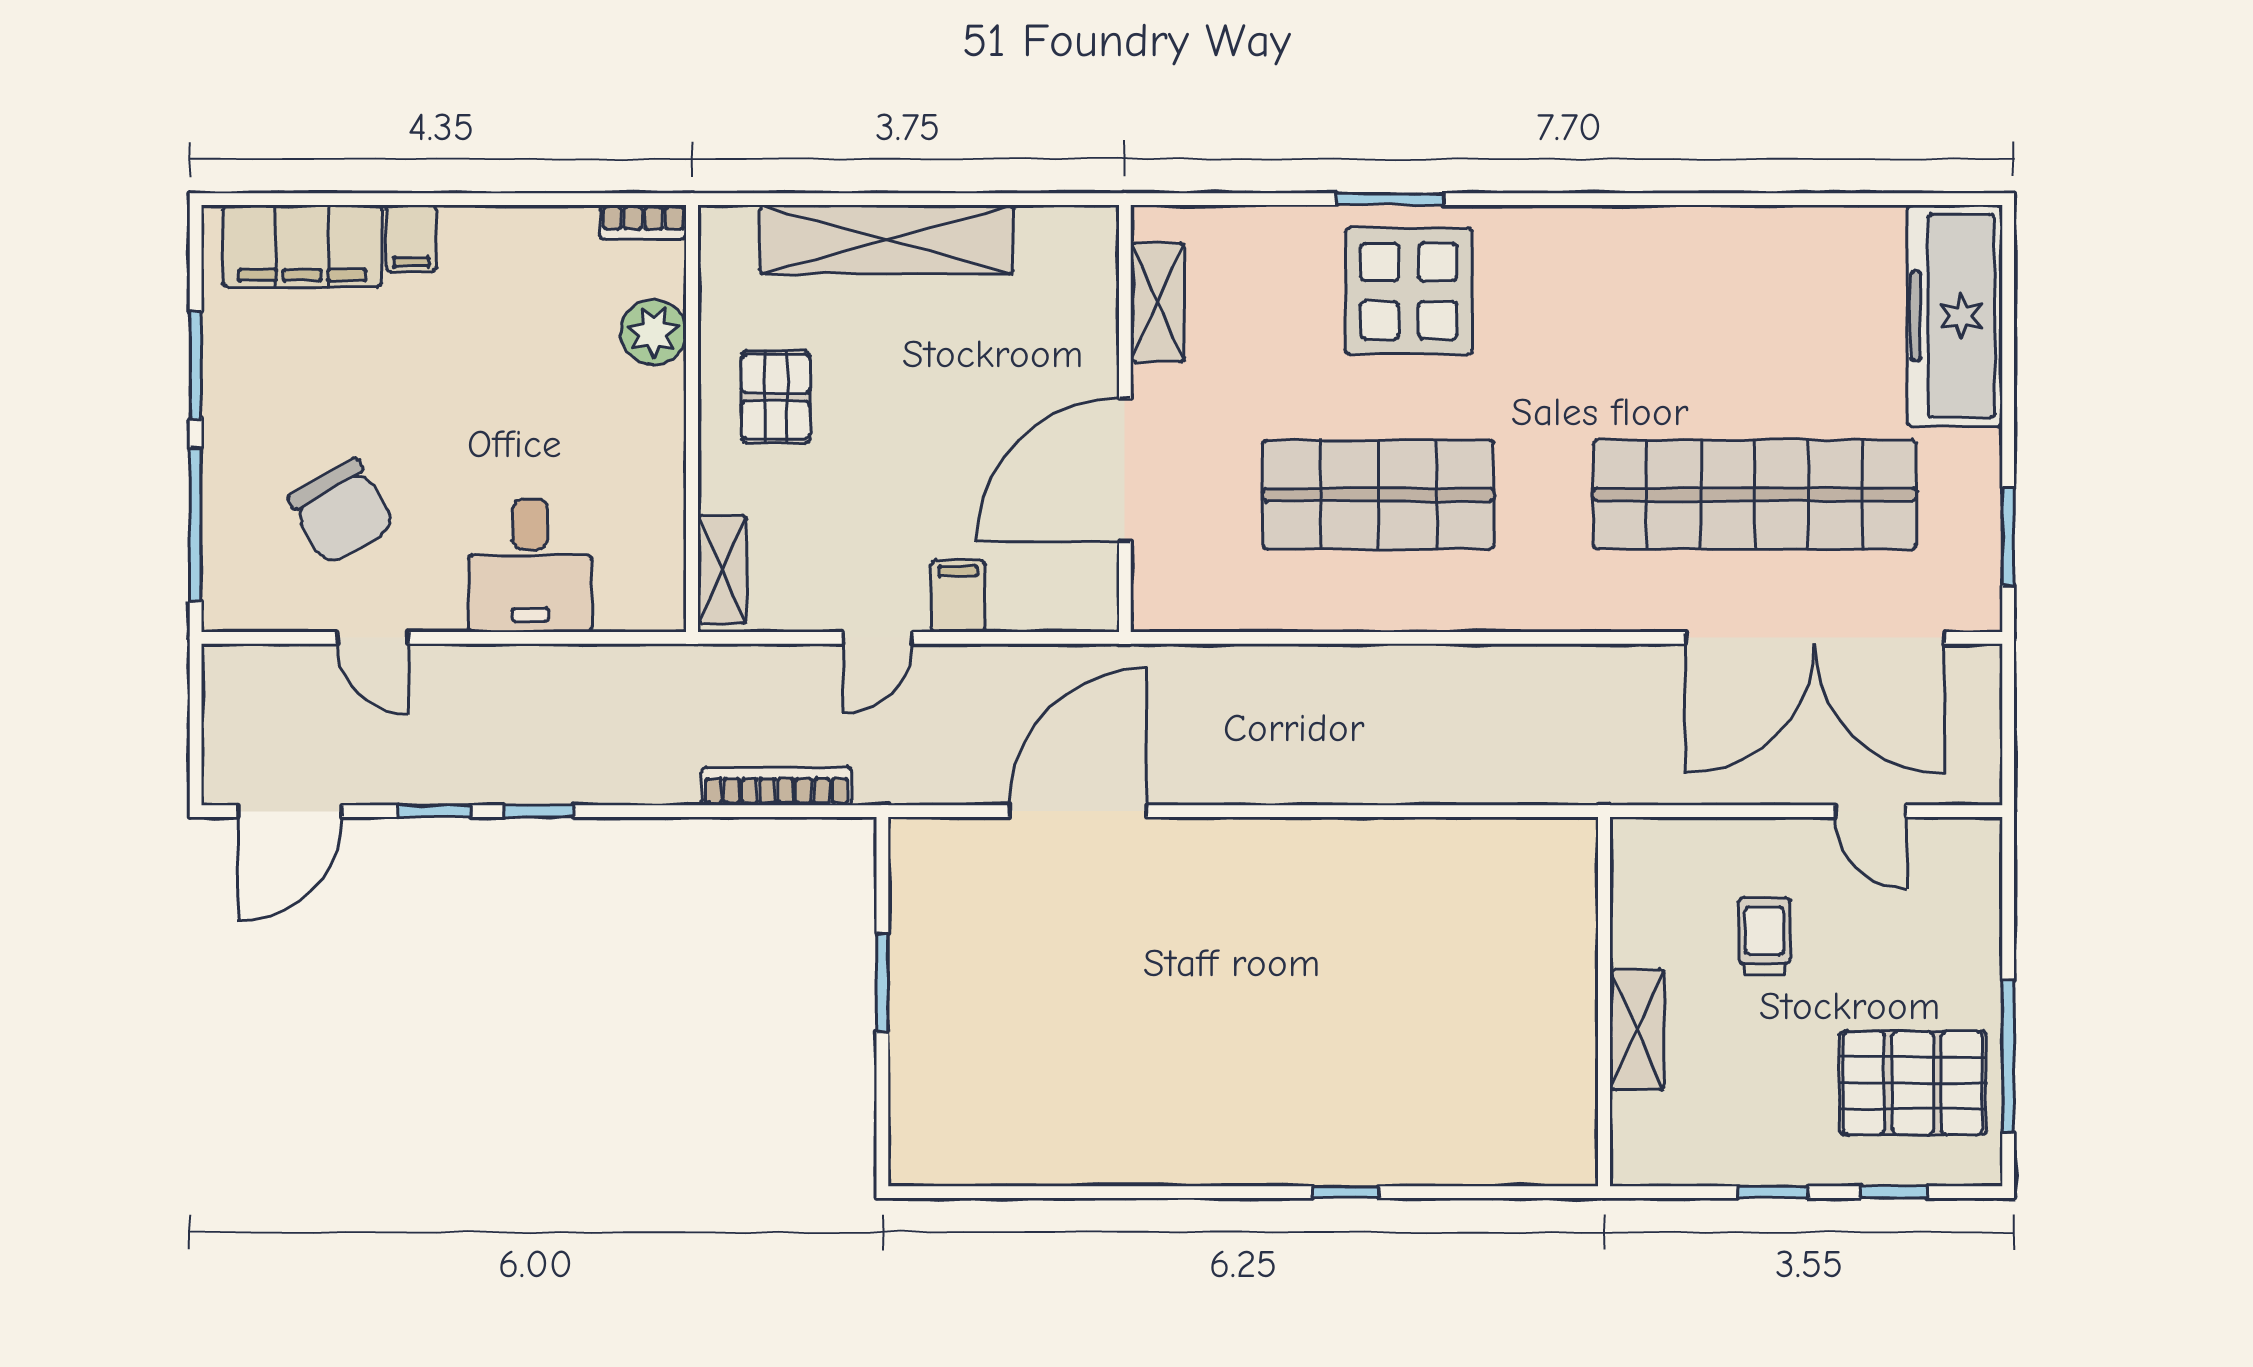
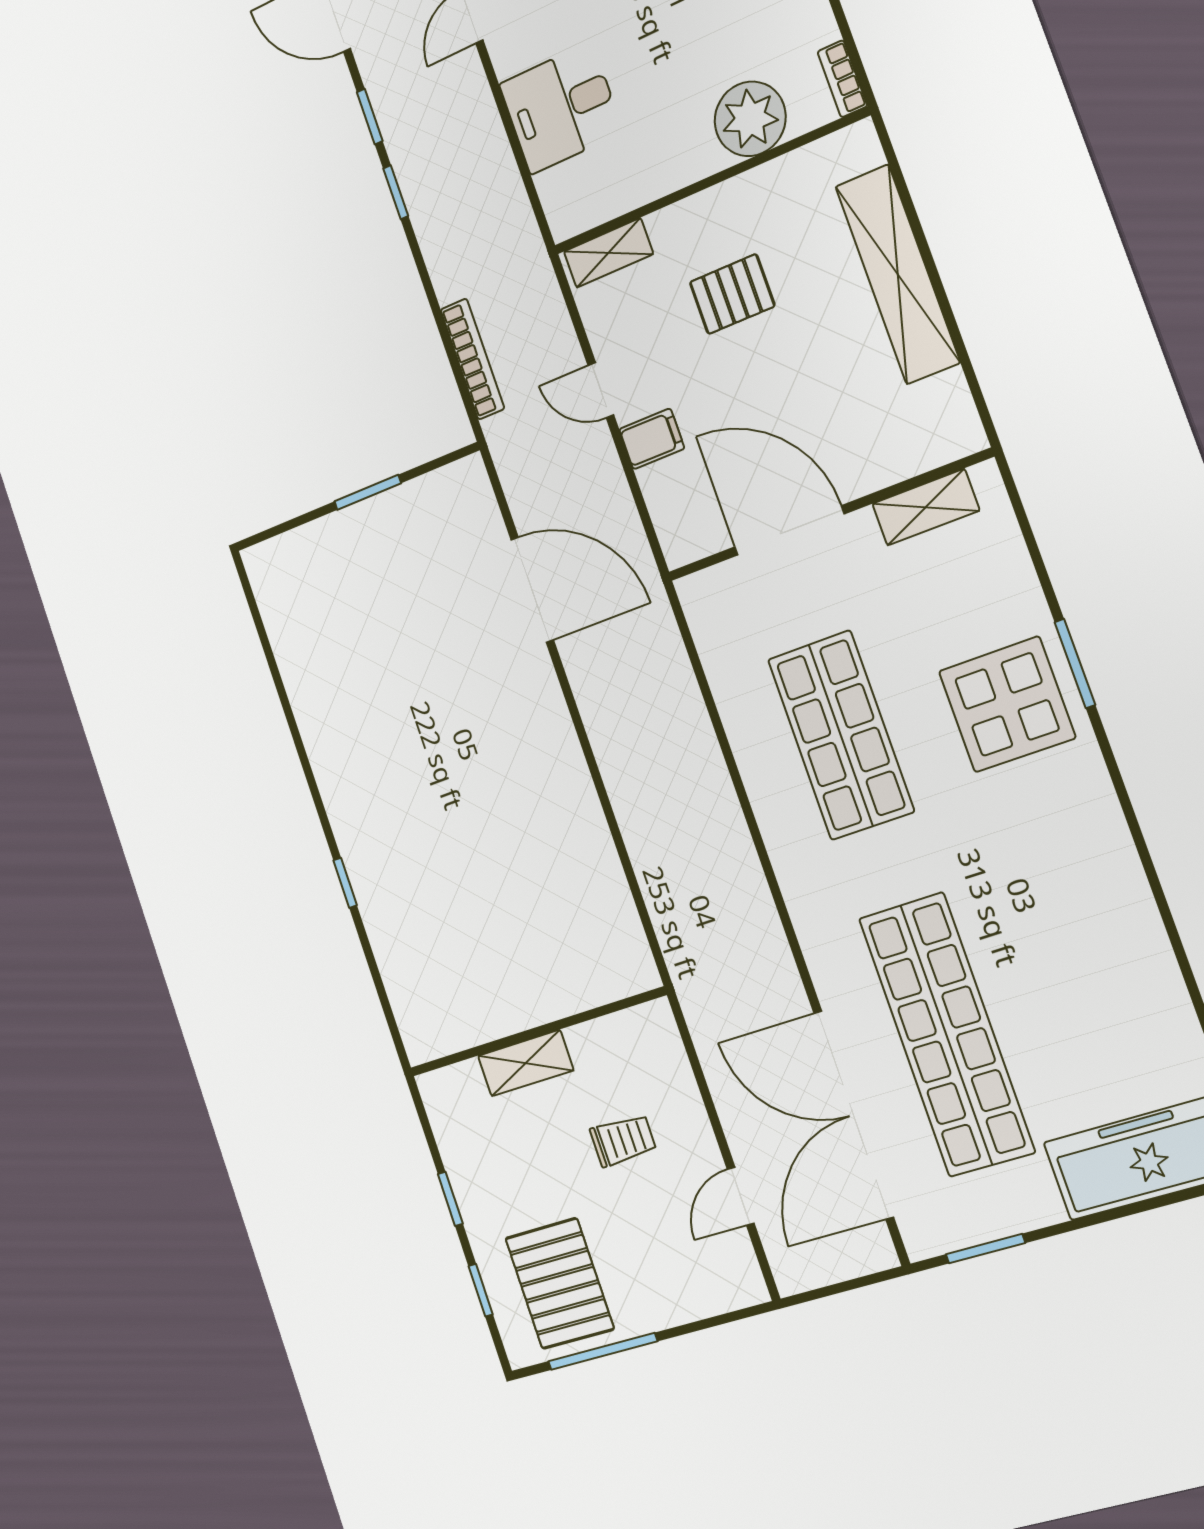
plant: (653, 332) -> (750, 119), width x1.36, depth x1.36
pallet: (776, 397) -> (732, 294), moved

